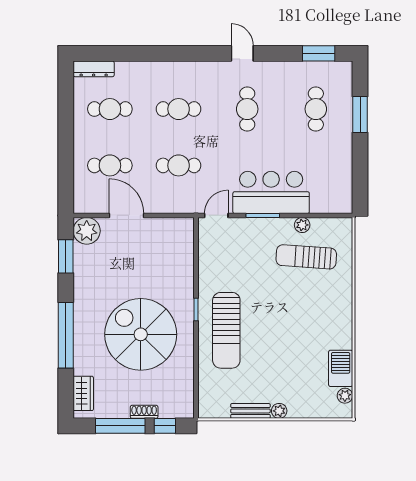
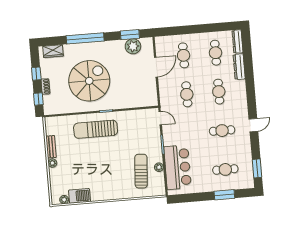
dresser: (138, 70) -> (239, 67), added
bar counter: (271, 192) -> (178, 167), moved
plant: (87, 231) -> (133, 46), moved
window: (120, 426) -> (36, 74), width x0.46

